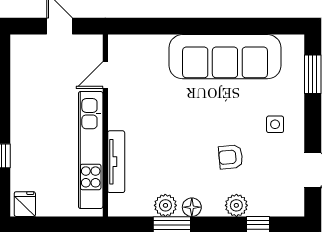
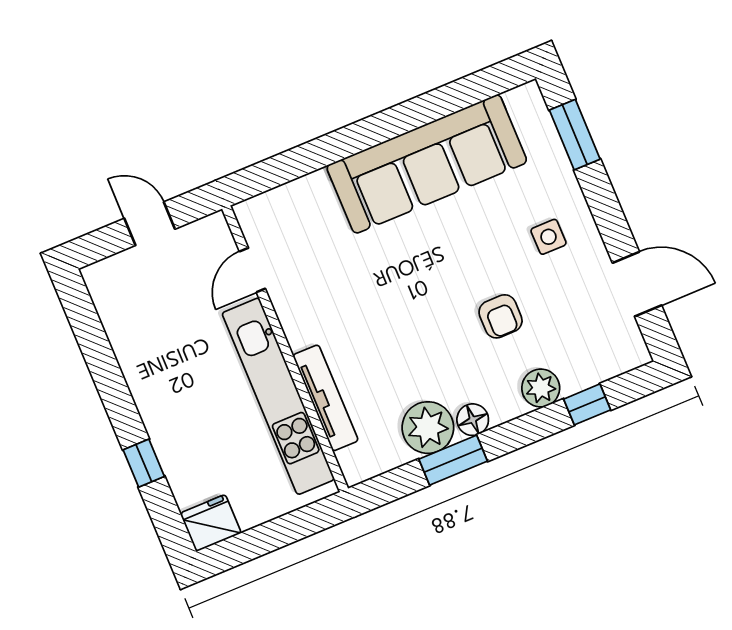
armchair: (231, 157) -> (501, 316), turned -85
fridge: (25, 204) -> (211, 523), width x1.38
plant: (165, 205) -> (428, 428), width x1.36, depth x1.36

